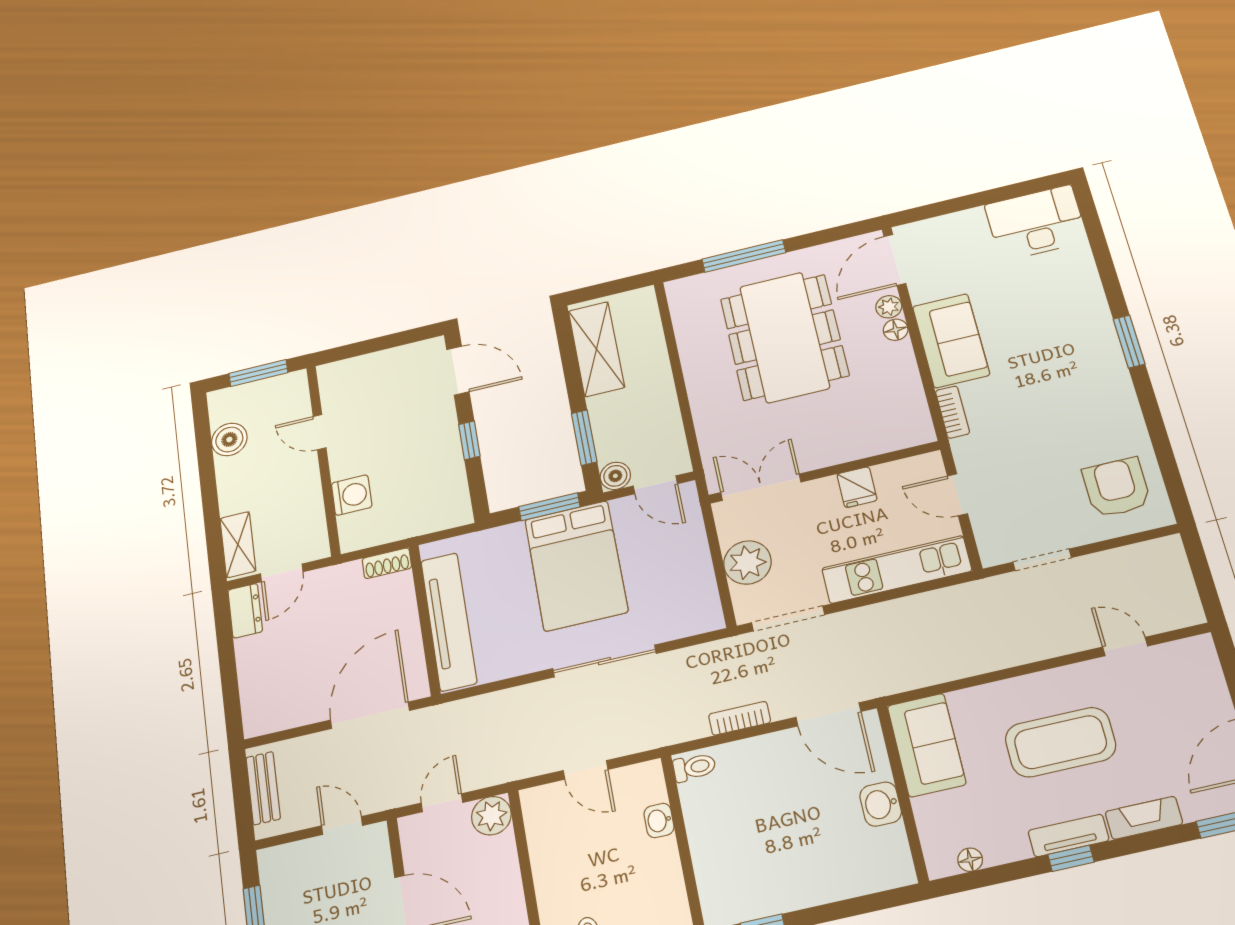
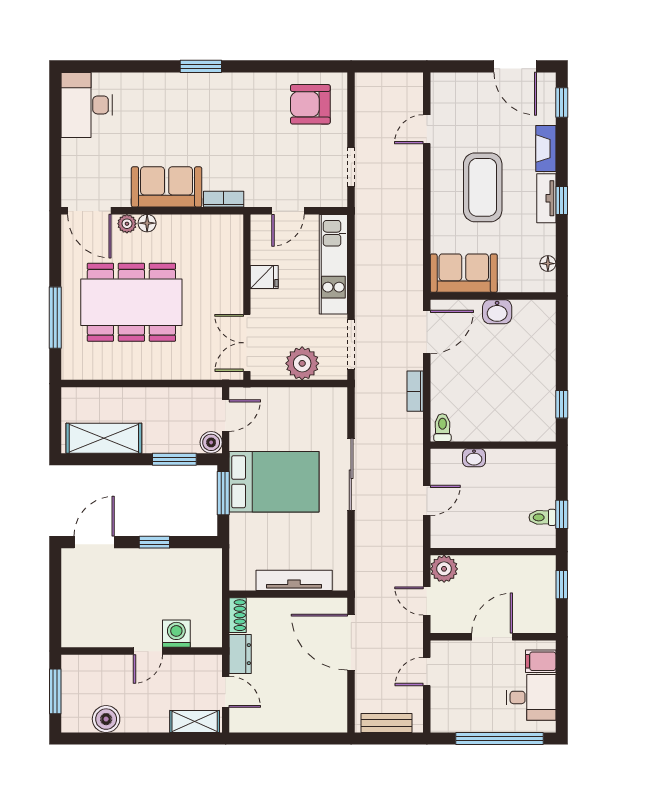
door: (320, 432) -> (148, 651), moved
dresser: (245, 611) -> (240, 654), moved, turned 90
tv unit: (449, 621) -> (294, 580), width x0.73, depth x0.78

